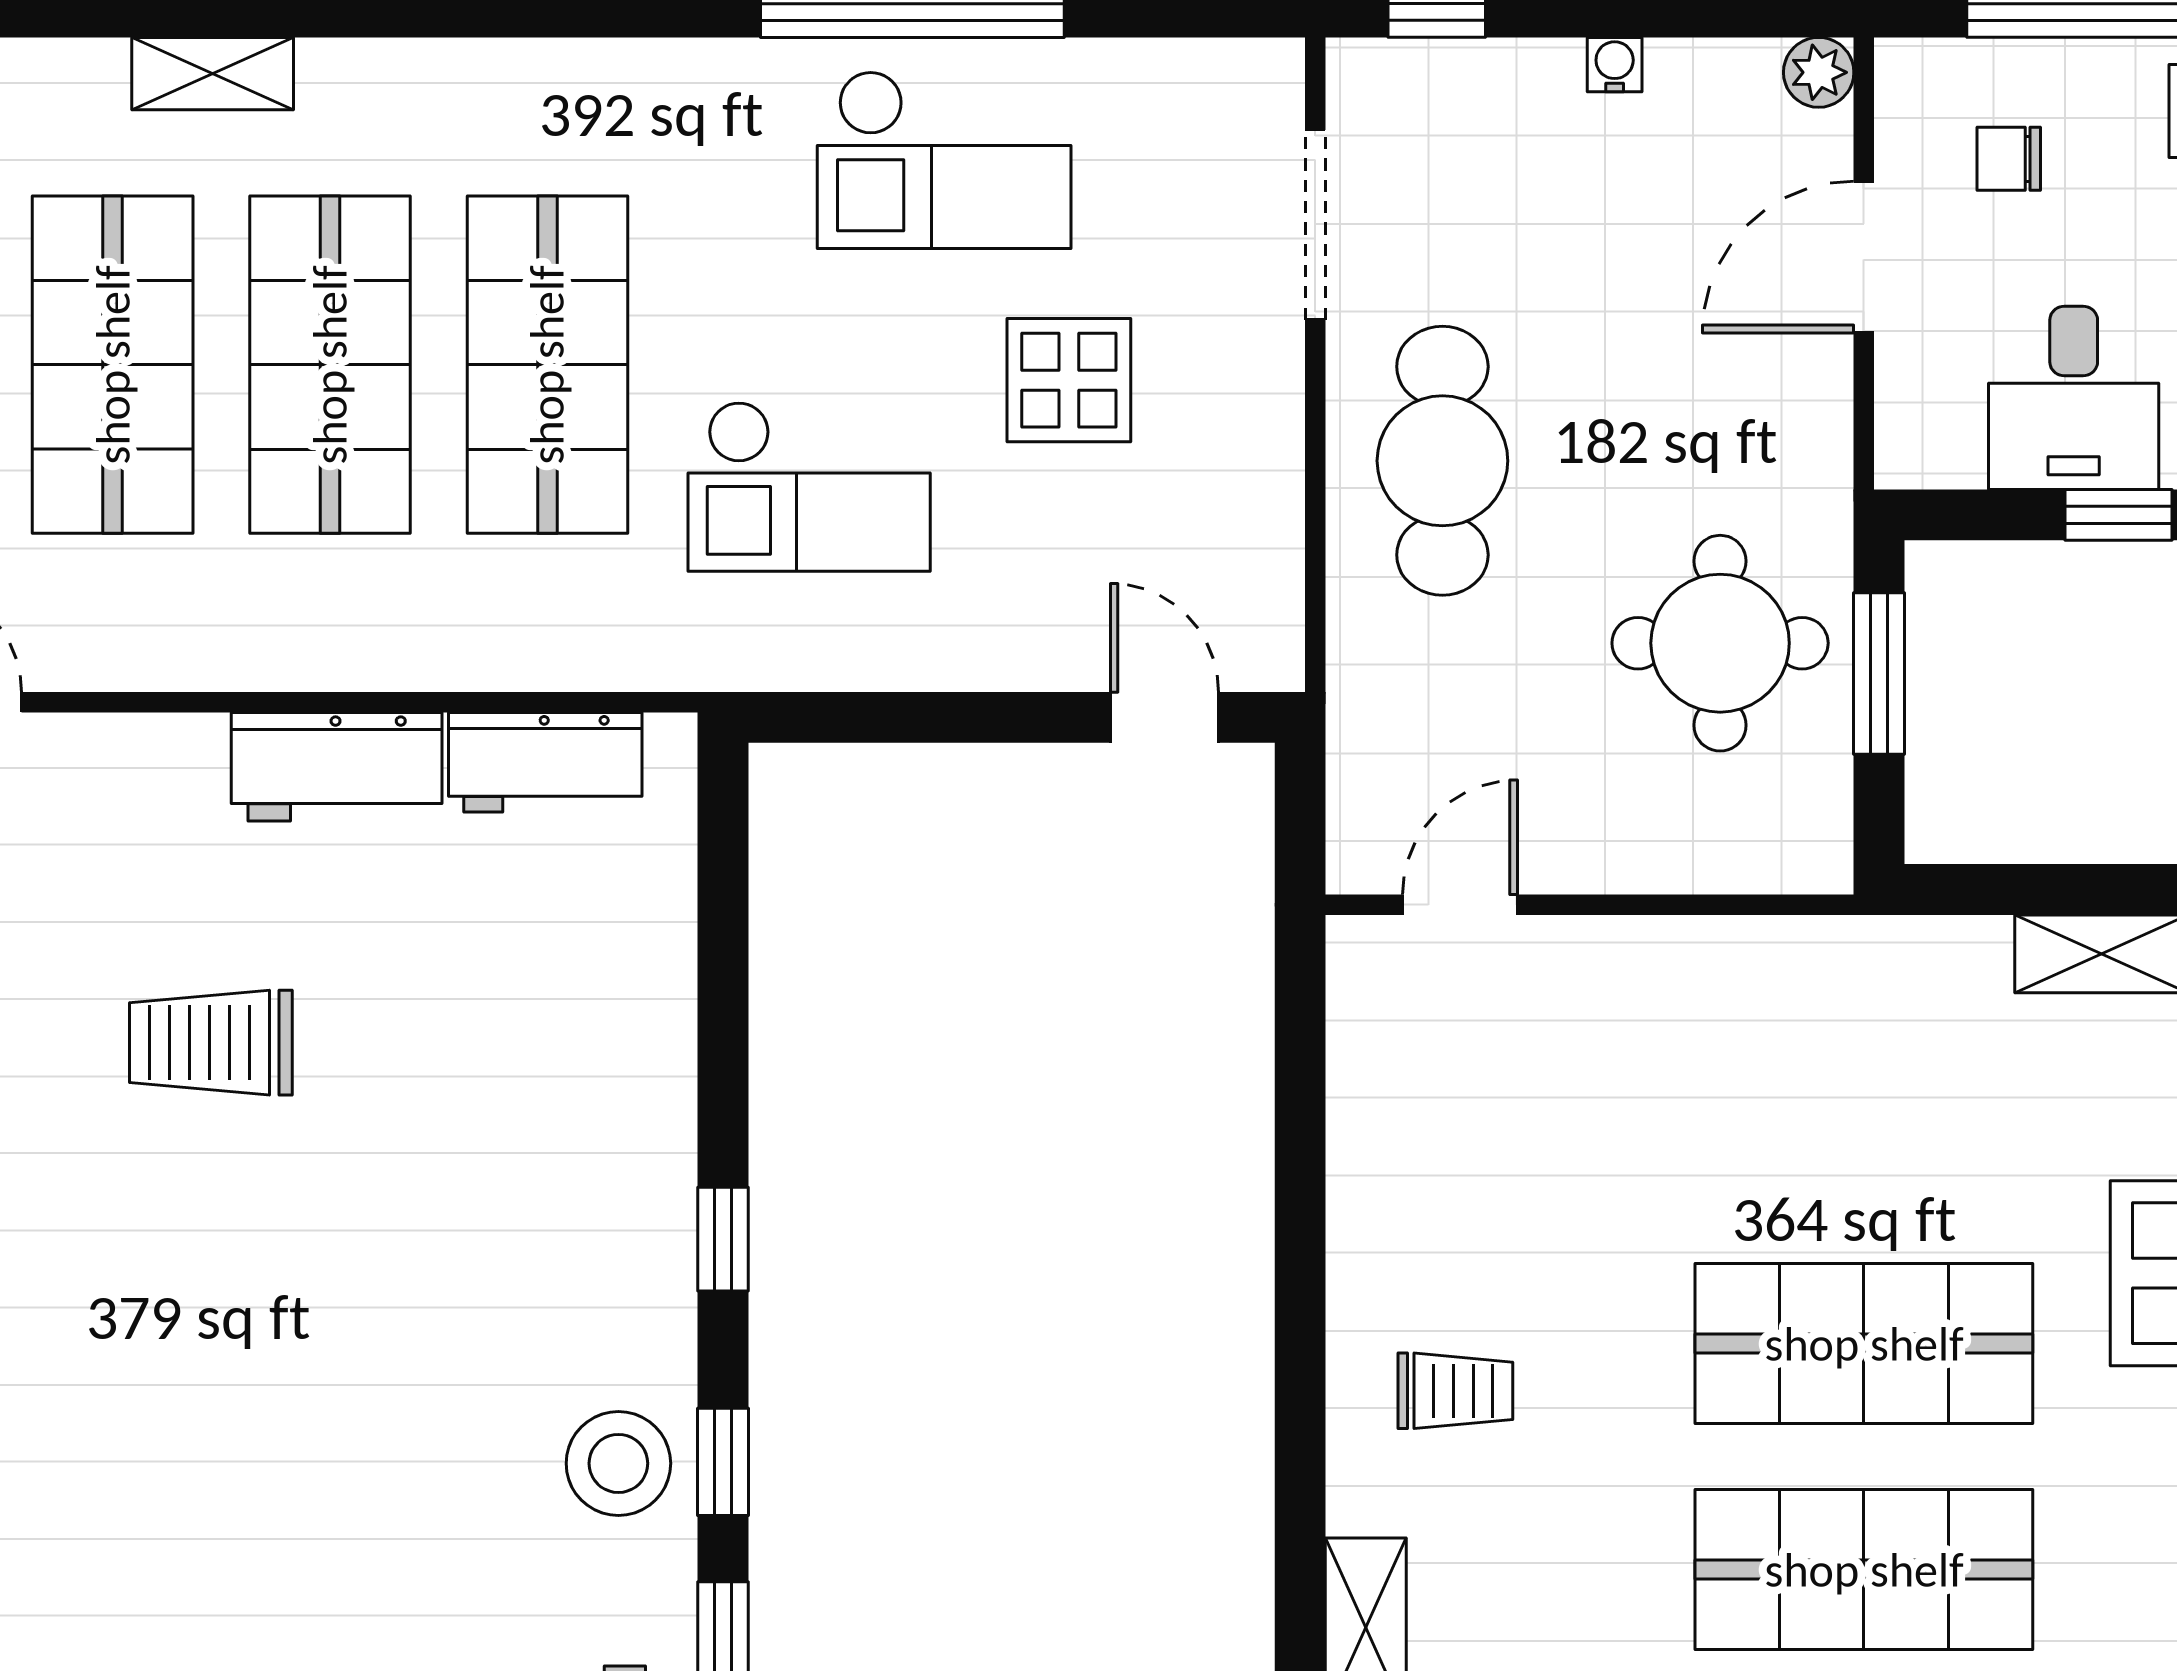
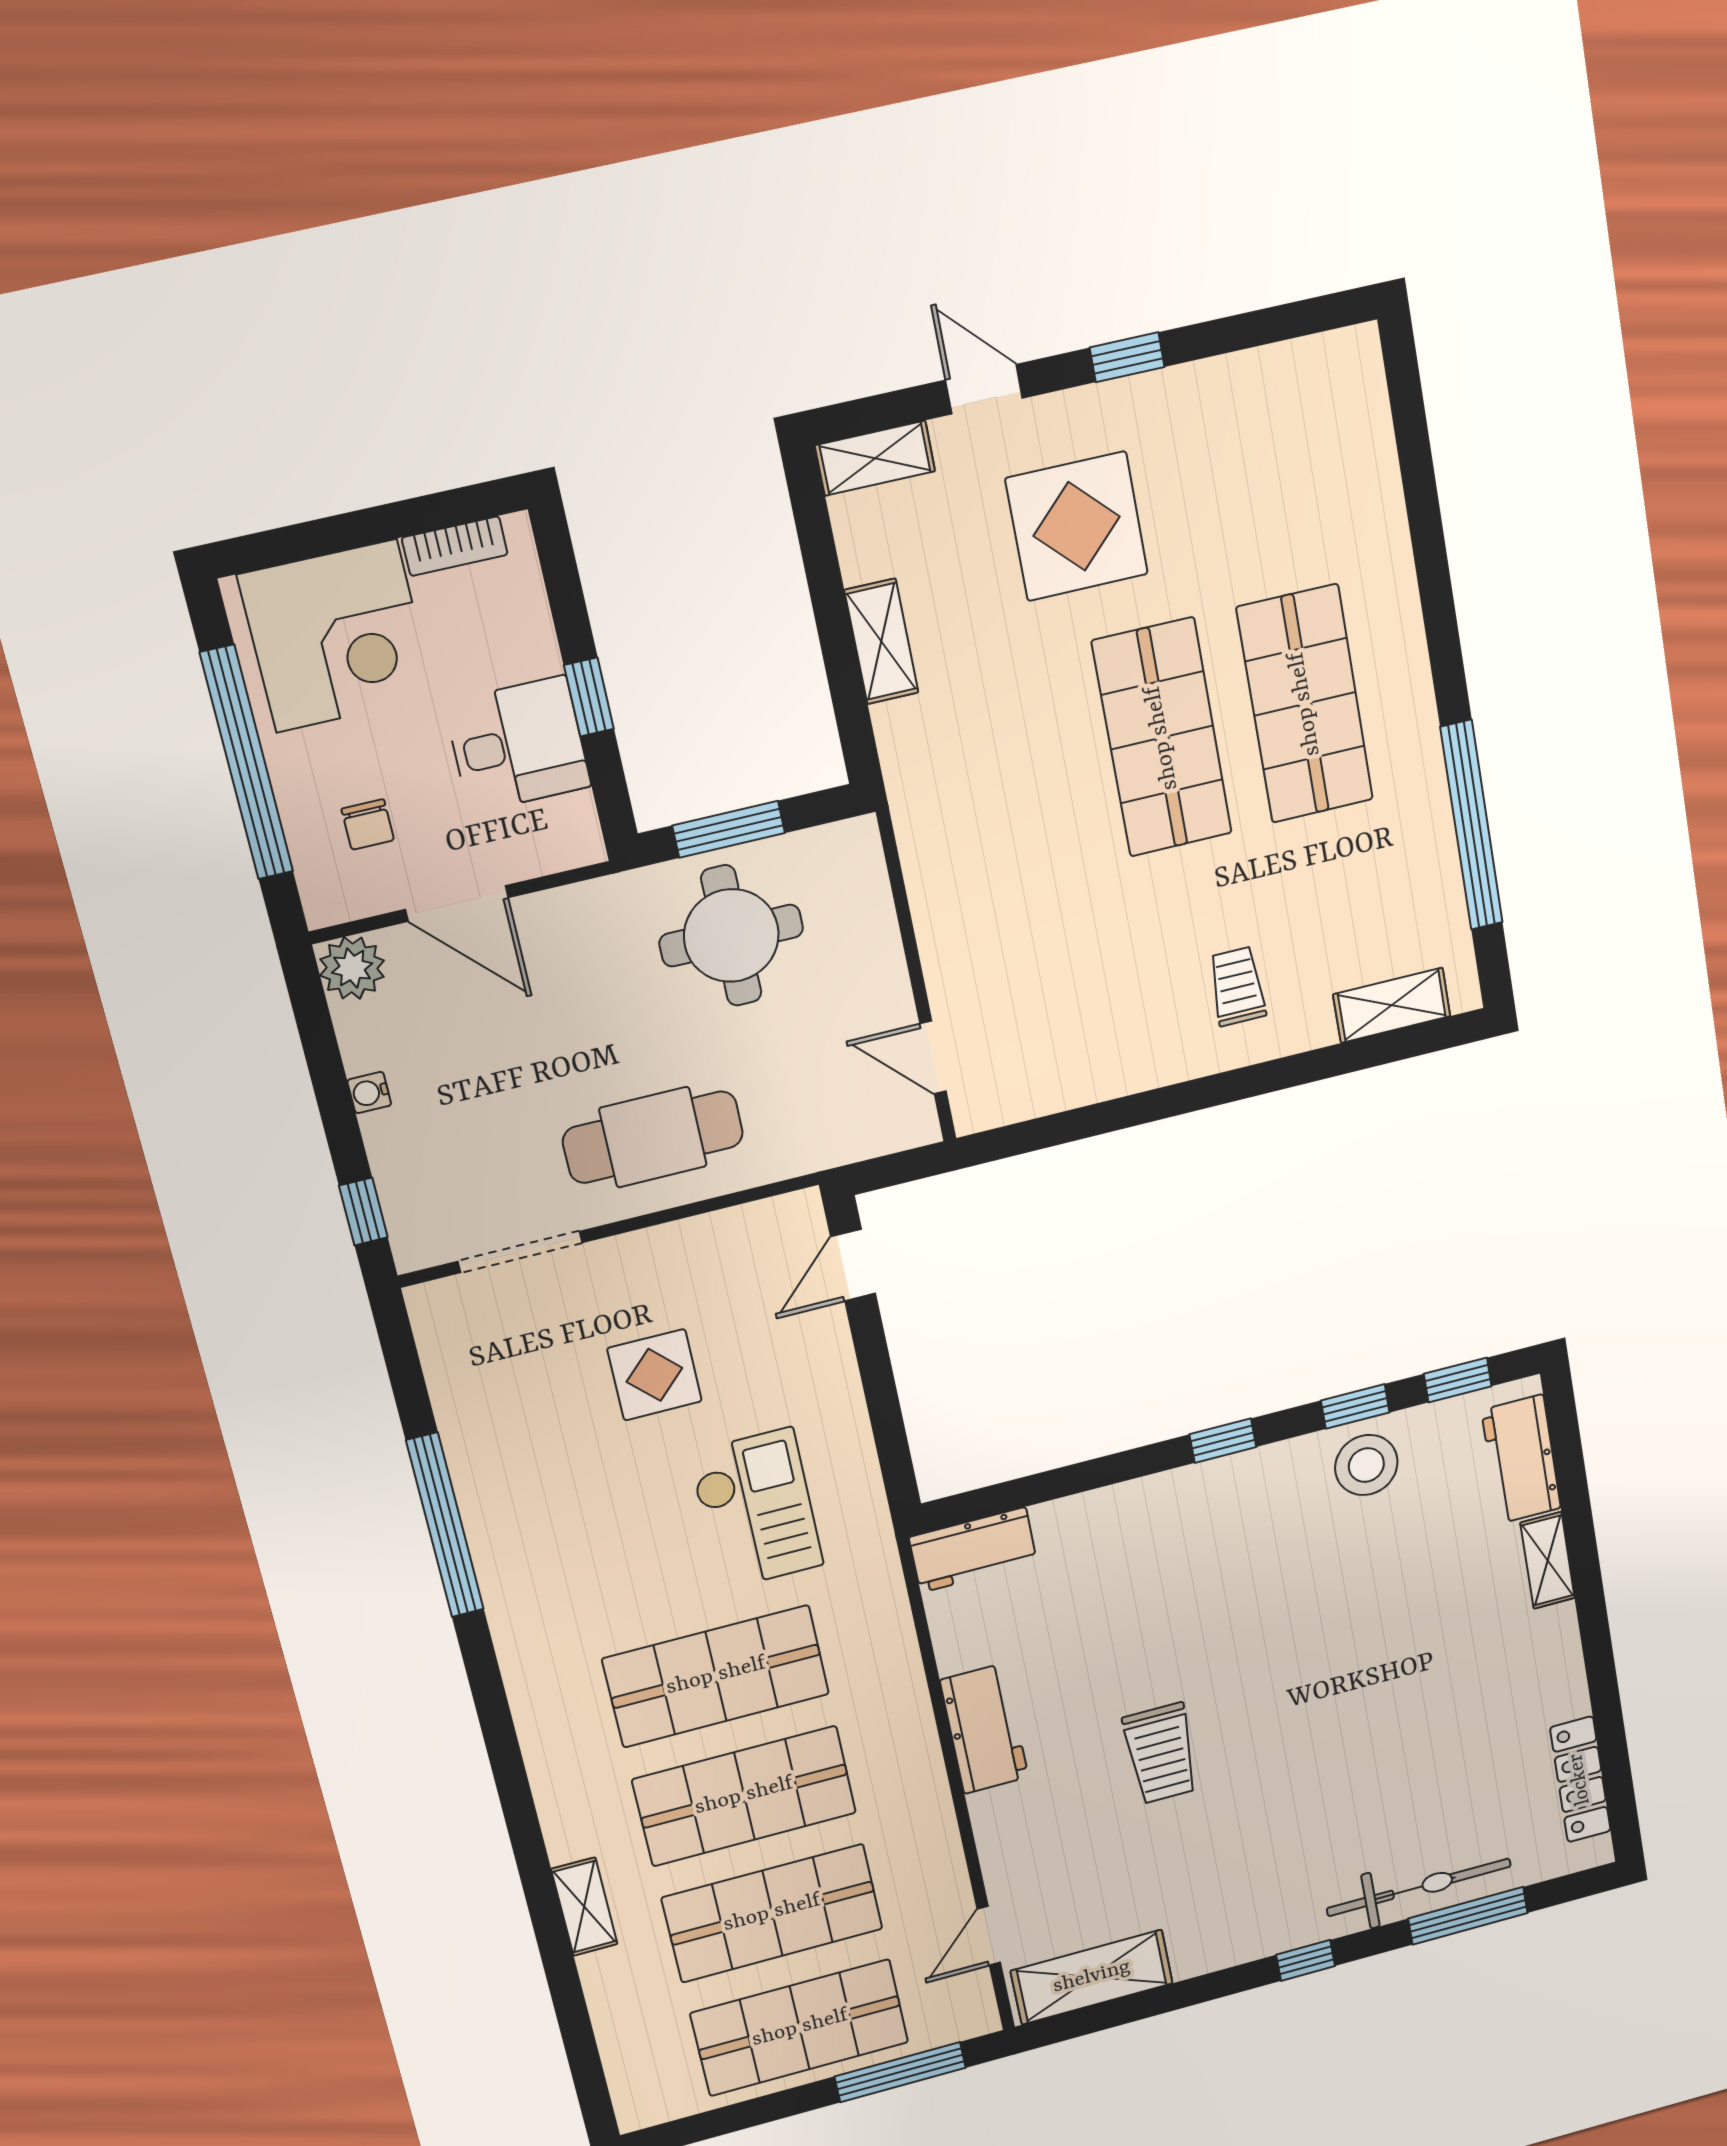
plant: (1819, 72) -> (352, 968), width x1.38, depth x1.38
checkout: (944, 160) -> (534, 1483), removed
workbench: (545, 762) -> (973, 1550), moved, turned 90

